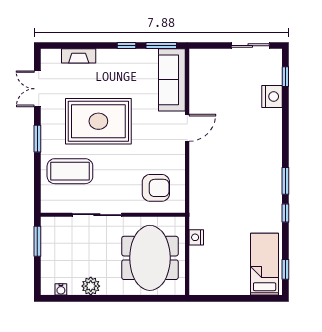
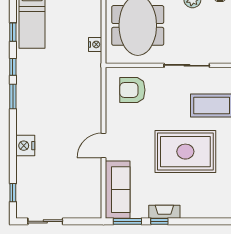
fireplace: (79, 56) -> (164, 212), moved
nightstand: (272, 96) -> (25, 146), moved
window: (285, 269) -> (13, 32), moved

